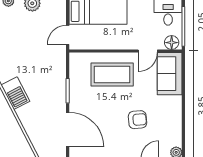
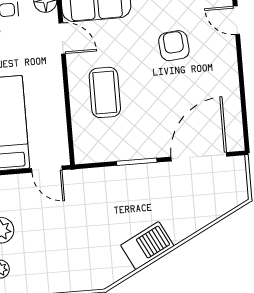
coffee table: (112, 75) -> (105, 92), width x0.73, depth x0.76

